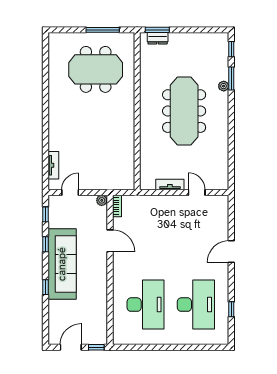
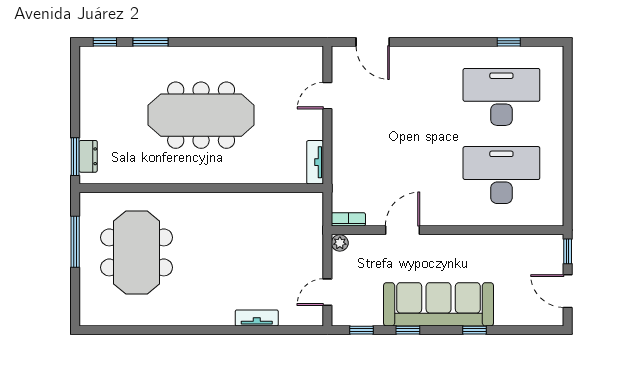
plant: (224, 86) -> (162, 54), removed
tv unit: (53, 165) -> (257, 318), moved
tv unit: (170, 184) -> (315, 162), moved
door: (70, 192) -> (327, 292), hinge flipped
door: (231, 252) -> (373, 42), moved

